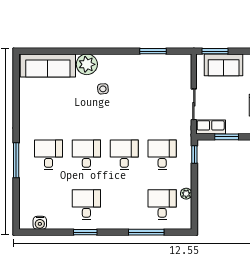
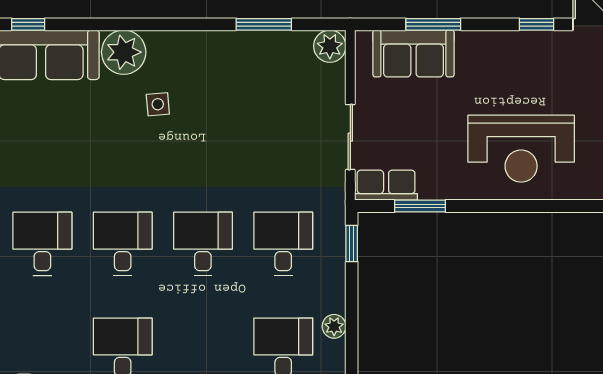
window: (42, 51) -> (28, 24), added
window: (215, 51) -> (433, 24), moved
plant: (184, 61) -> (330, 46), added

